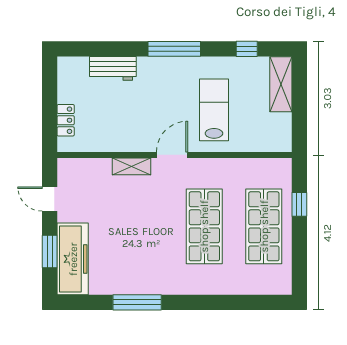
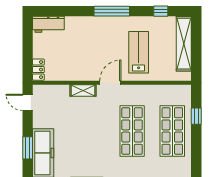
workbench: (113, 68) -> (48, 24), moved
shelving: (281, 84) -> (184, 44), width x1.47
locker: (66, 120) -> (38, 70), moved
door: (50, 199) -> (28, 102), moved

